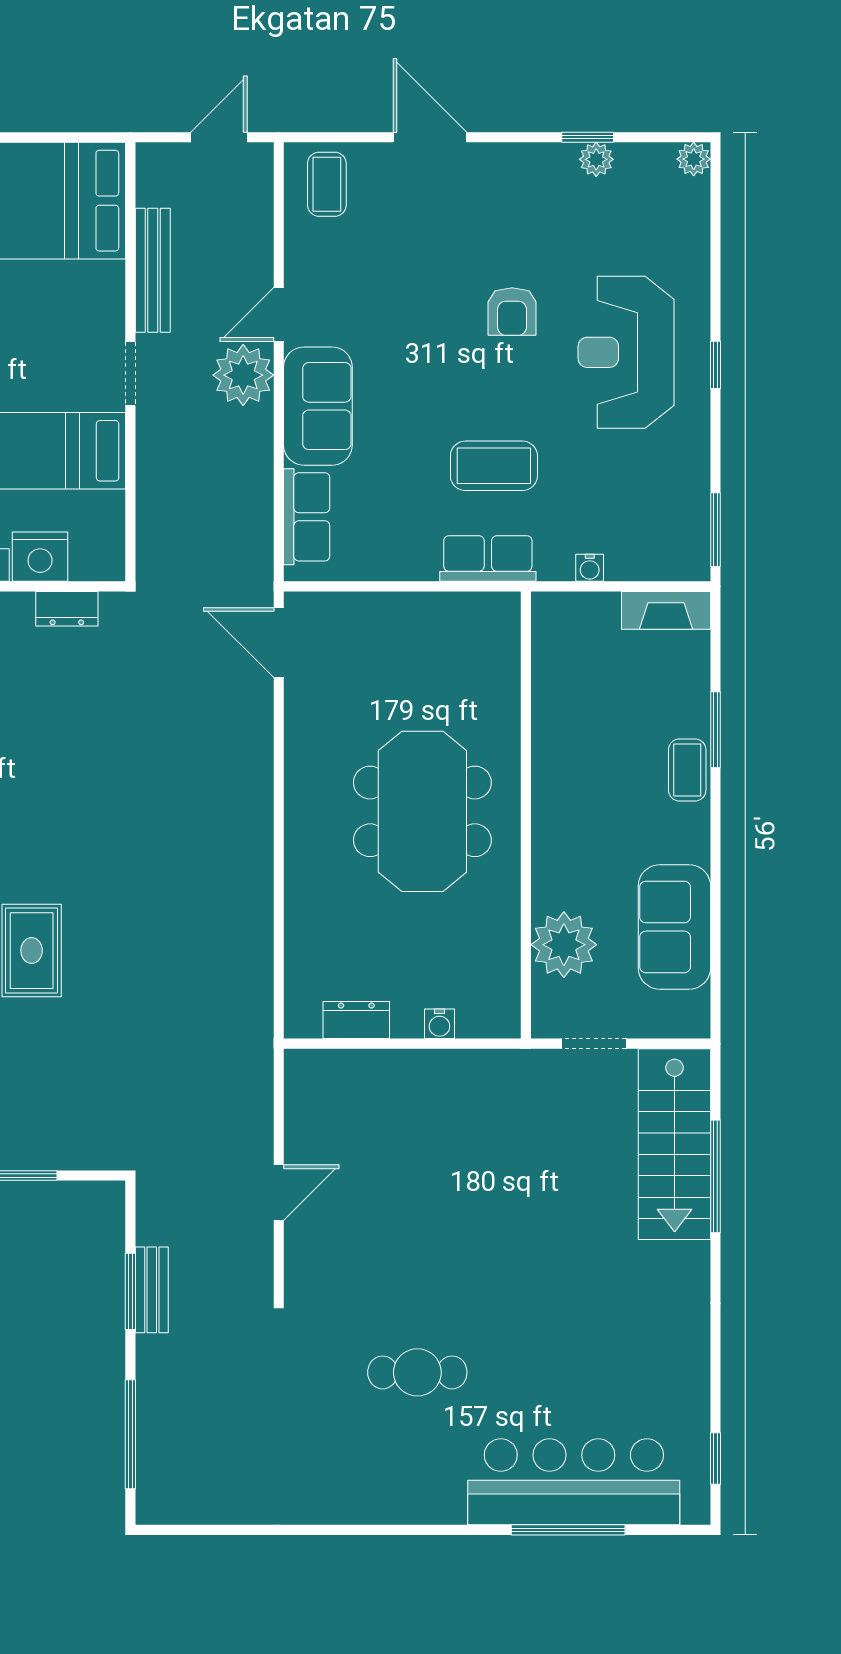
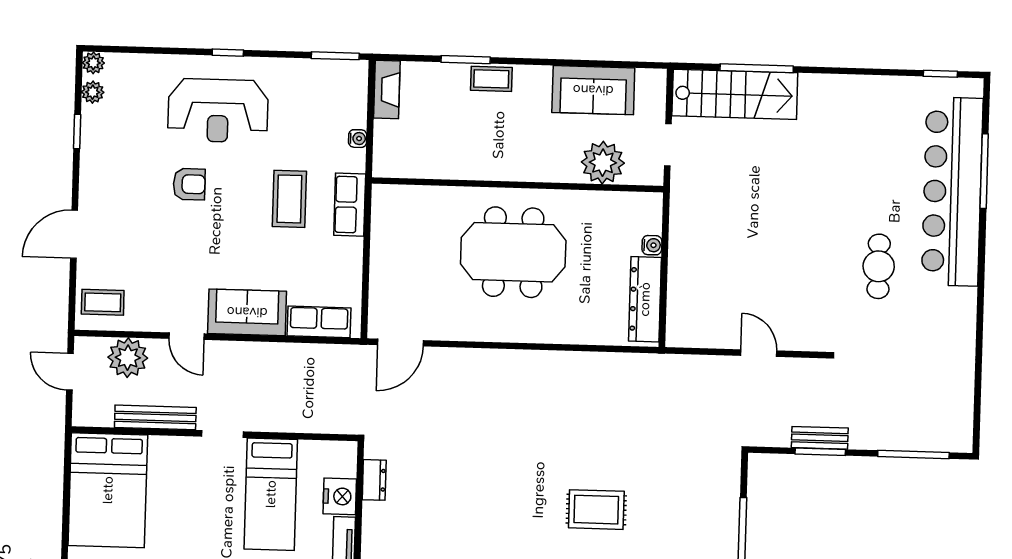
plant: (596, 159) -> (93, 92), moved
plant: (243, 375) -> (128, 358), moved
dresser: (356, 1020) -> (645, 299), width x1.96, depth x1.24
bar counter: (574, 1482) -> (952, 192), width x1.36

